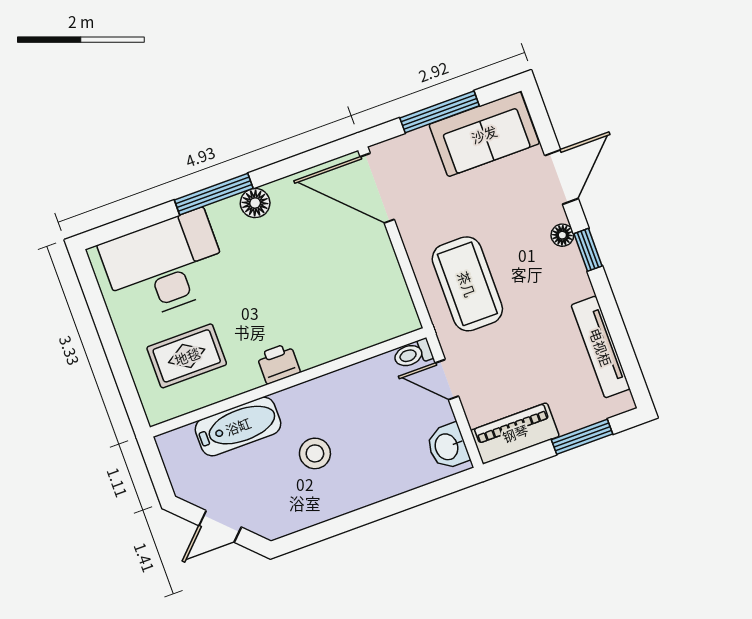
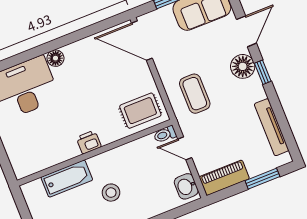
window: (214, 194) -> (49, 47), removed
floor lamp: (255, 203) -> (55, 58), moved
floor lamp: (562, 235) -> (243, 66), width x1.89, depth x1.89
coffee table: (467, 284) -> (195, 94), width x0.73, depth x0.76
rug: (187, 356) -> (140, 111), moved

